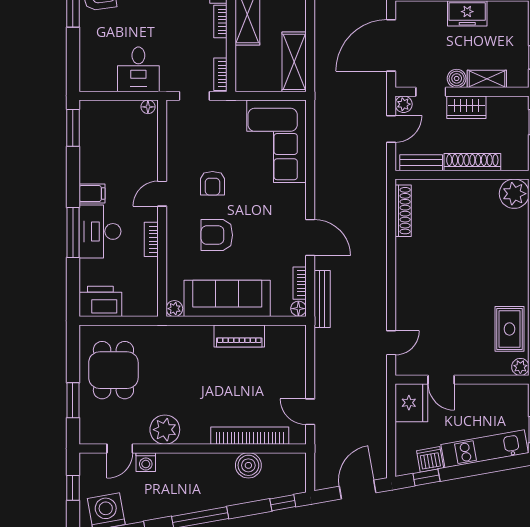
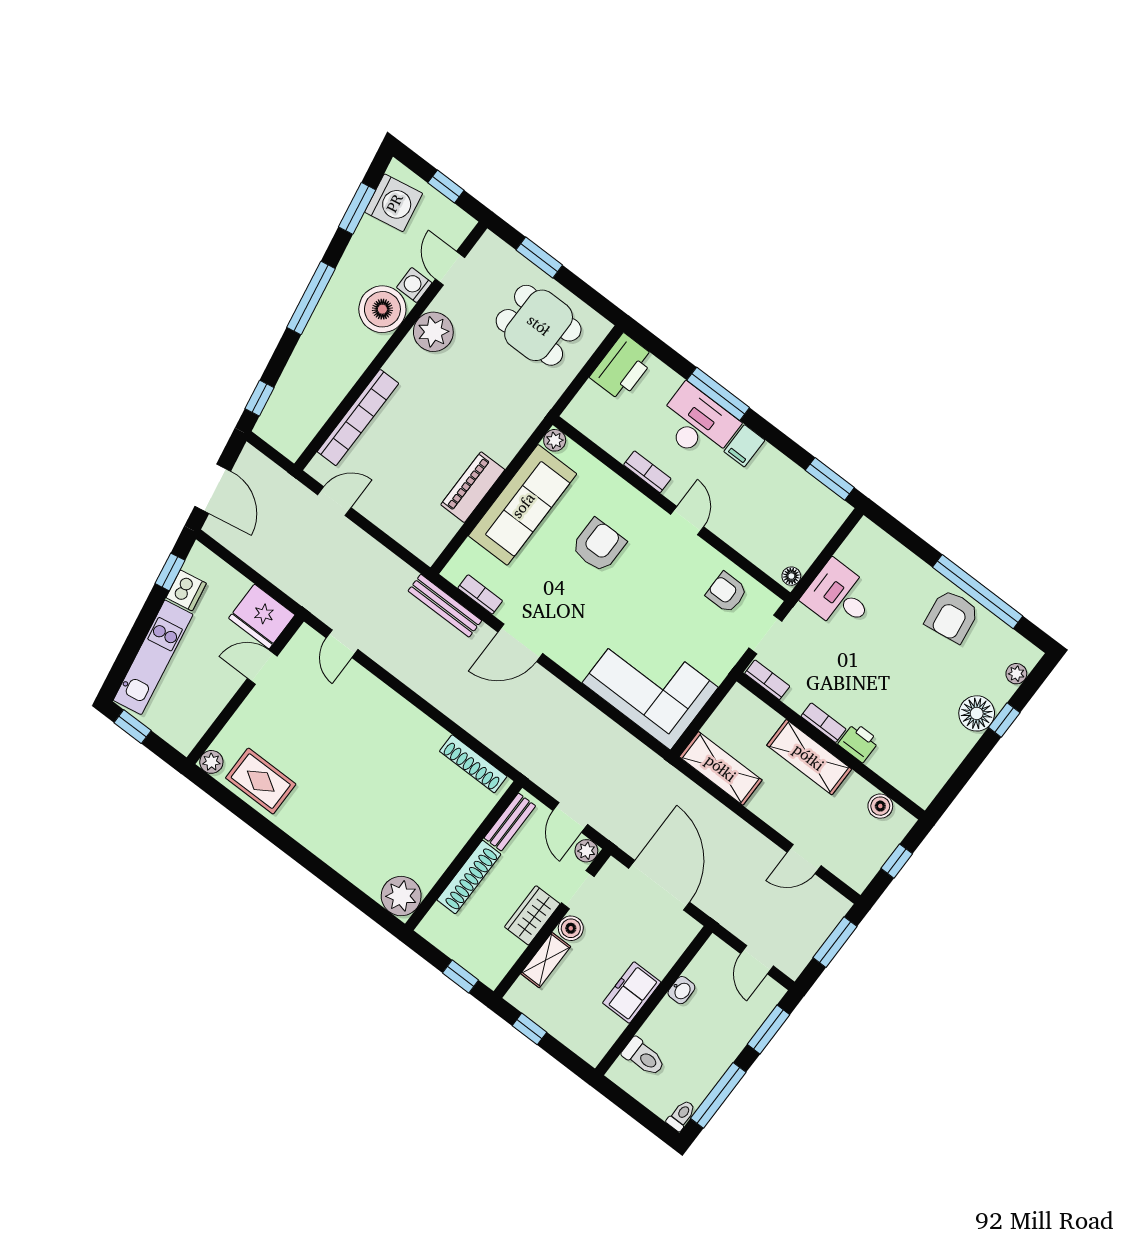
armchair: (212, 183) -> (727, 592), moved
floor lamp: (298, 309) -> (454, 573), removed
boiler: (248, 465) -> (382, 309), moved, width x1.37, depth x1.37

